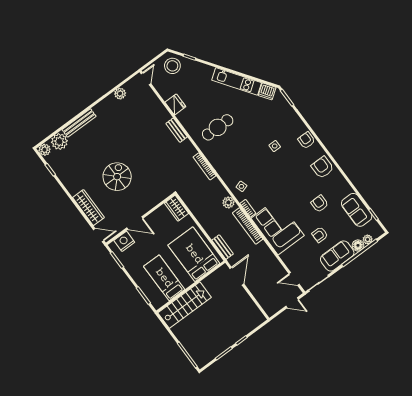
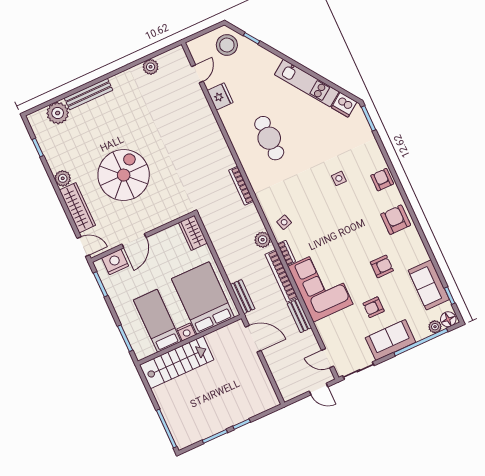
door: (146, 79) -> (197, 74), moved
cafe table: (218, 127) -> (269, 138), turned 90
bench: (177, 130) -> (299, 316), moved
plant: (45, 150) -> (63, 178), moved
spiral stairs: (117, 177) -> (124, 175), width x1.37, depth x1.37
armchair: (320, 204) -> (382, 266), turned 90
door: (135, 223) -> (134, 241), hinge flipped
floor lamp: (358, 245) -> (448, 319), moved
door: (237, 276) -> (253, 339), hinge flipped
nightstand: (187, 282) -> (186, 332), added

